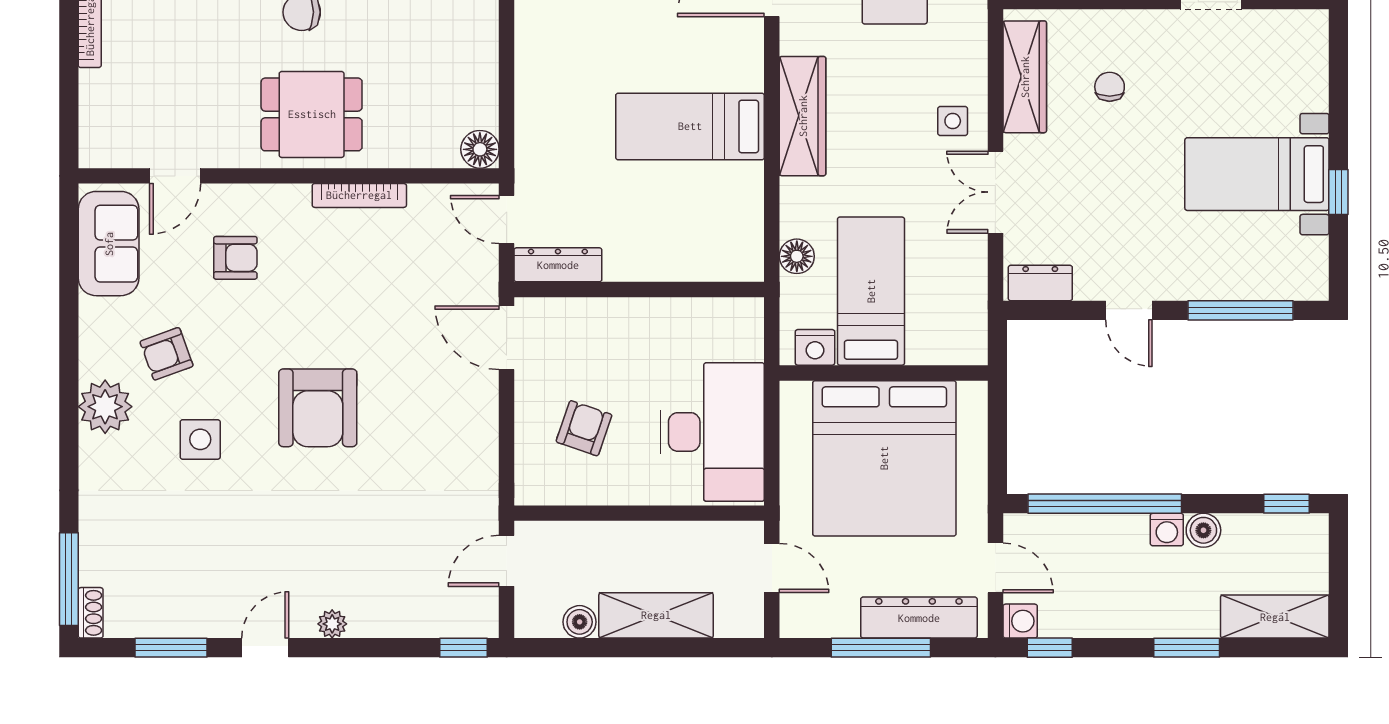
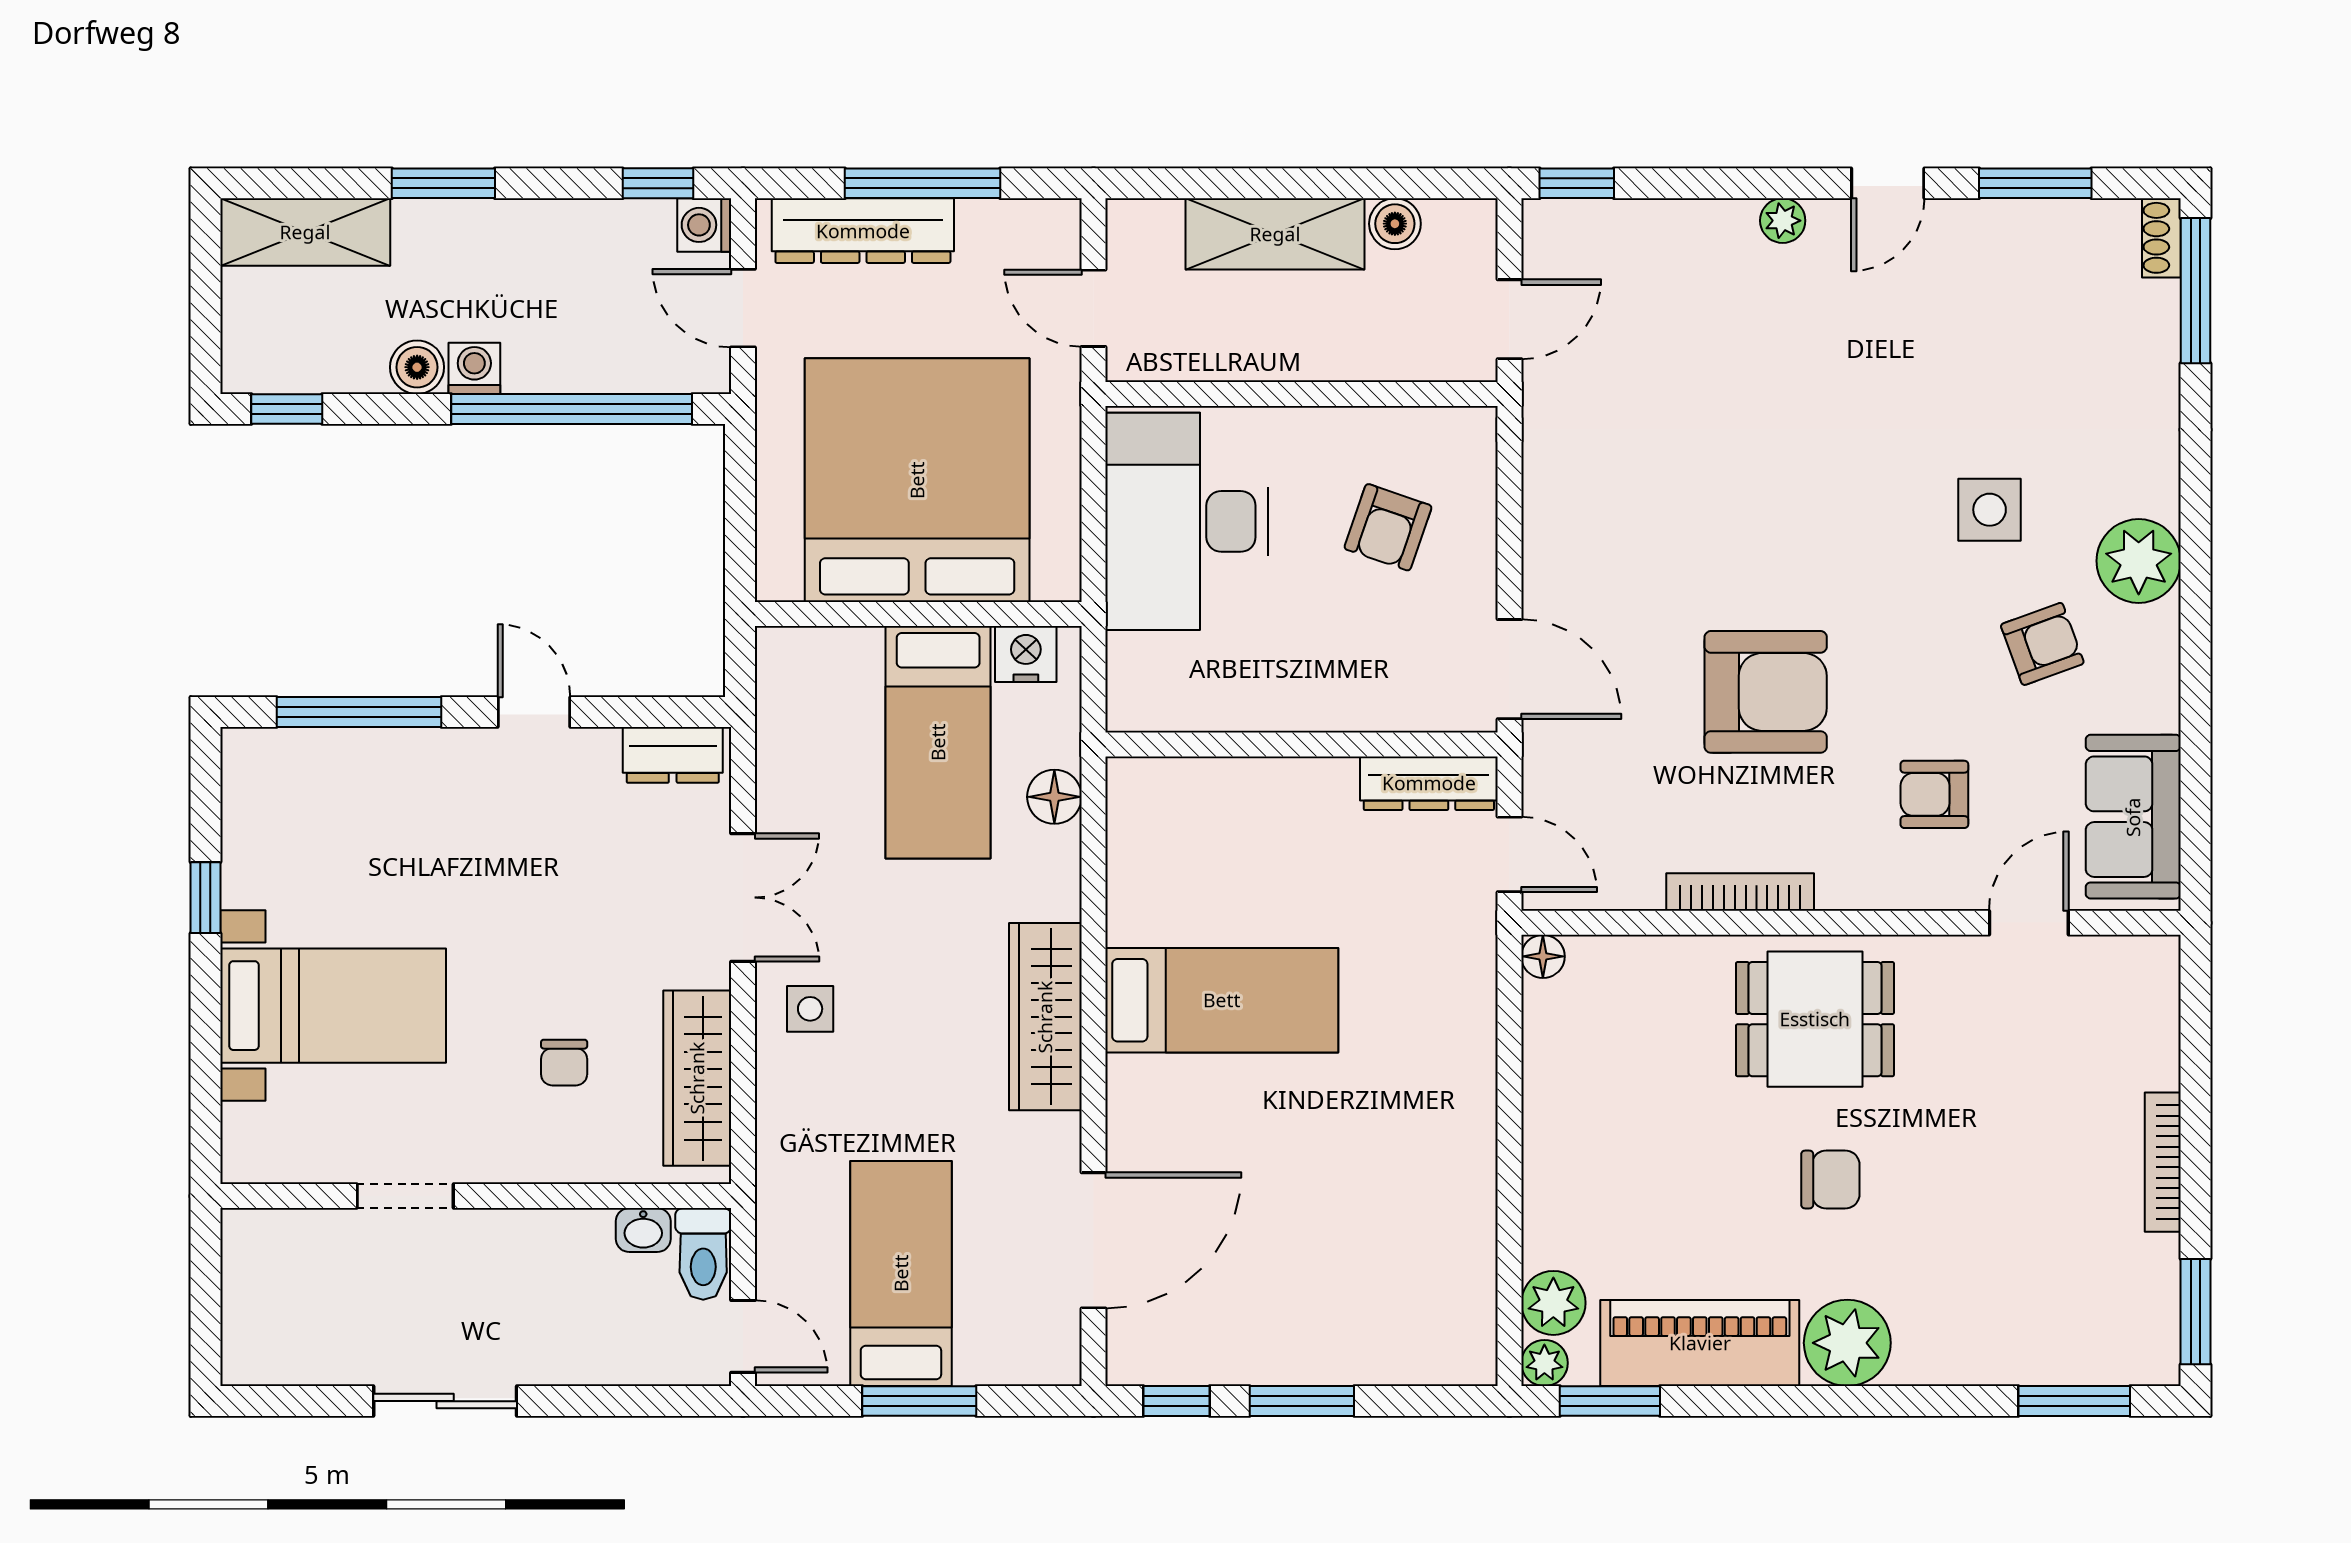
floor lamp: (480, 149) -> (1543, 956), width x0.73, depth x0.73
bed with nightstands: (1257, 174) -> (333, 1006), moved
armchair: (318, 408) -> (1766, 692), moved, turned 90

